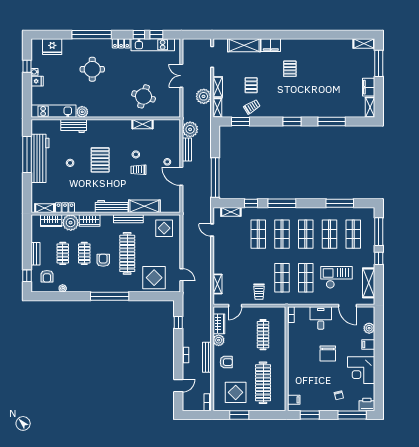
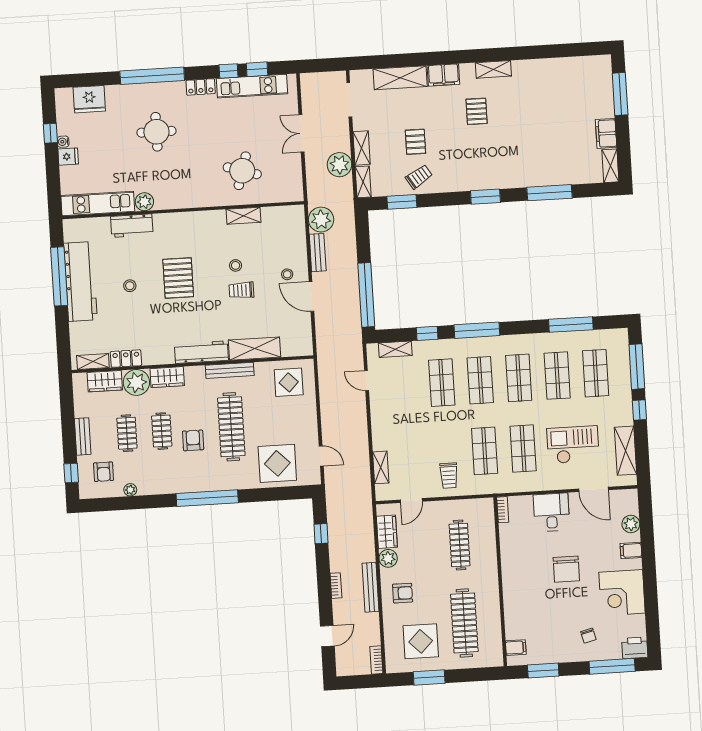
shelving: (364, 44) -> (493, 69), moved

